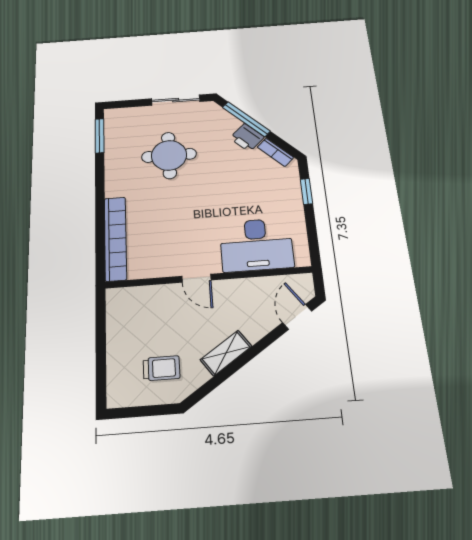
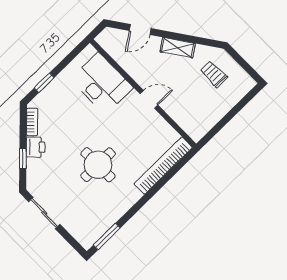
window: (246, 119) -> (23, 158), width x0.46
round table: (169, 155) -> (98, 165), moved
door: (196, 278) -> (149, 99), hinge flipped
door: (297, 317) -> (140, 29), moved

